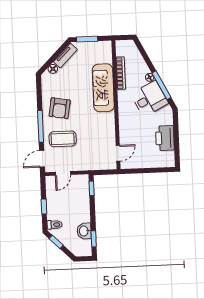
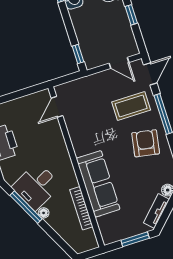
door: (63, 173) -> (119, 63), swing flipped

